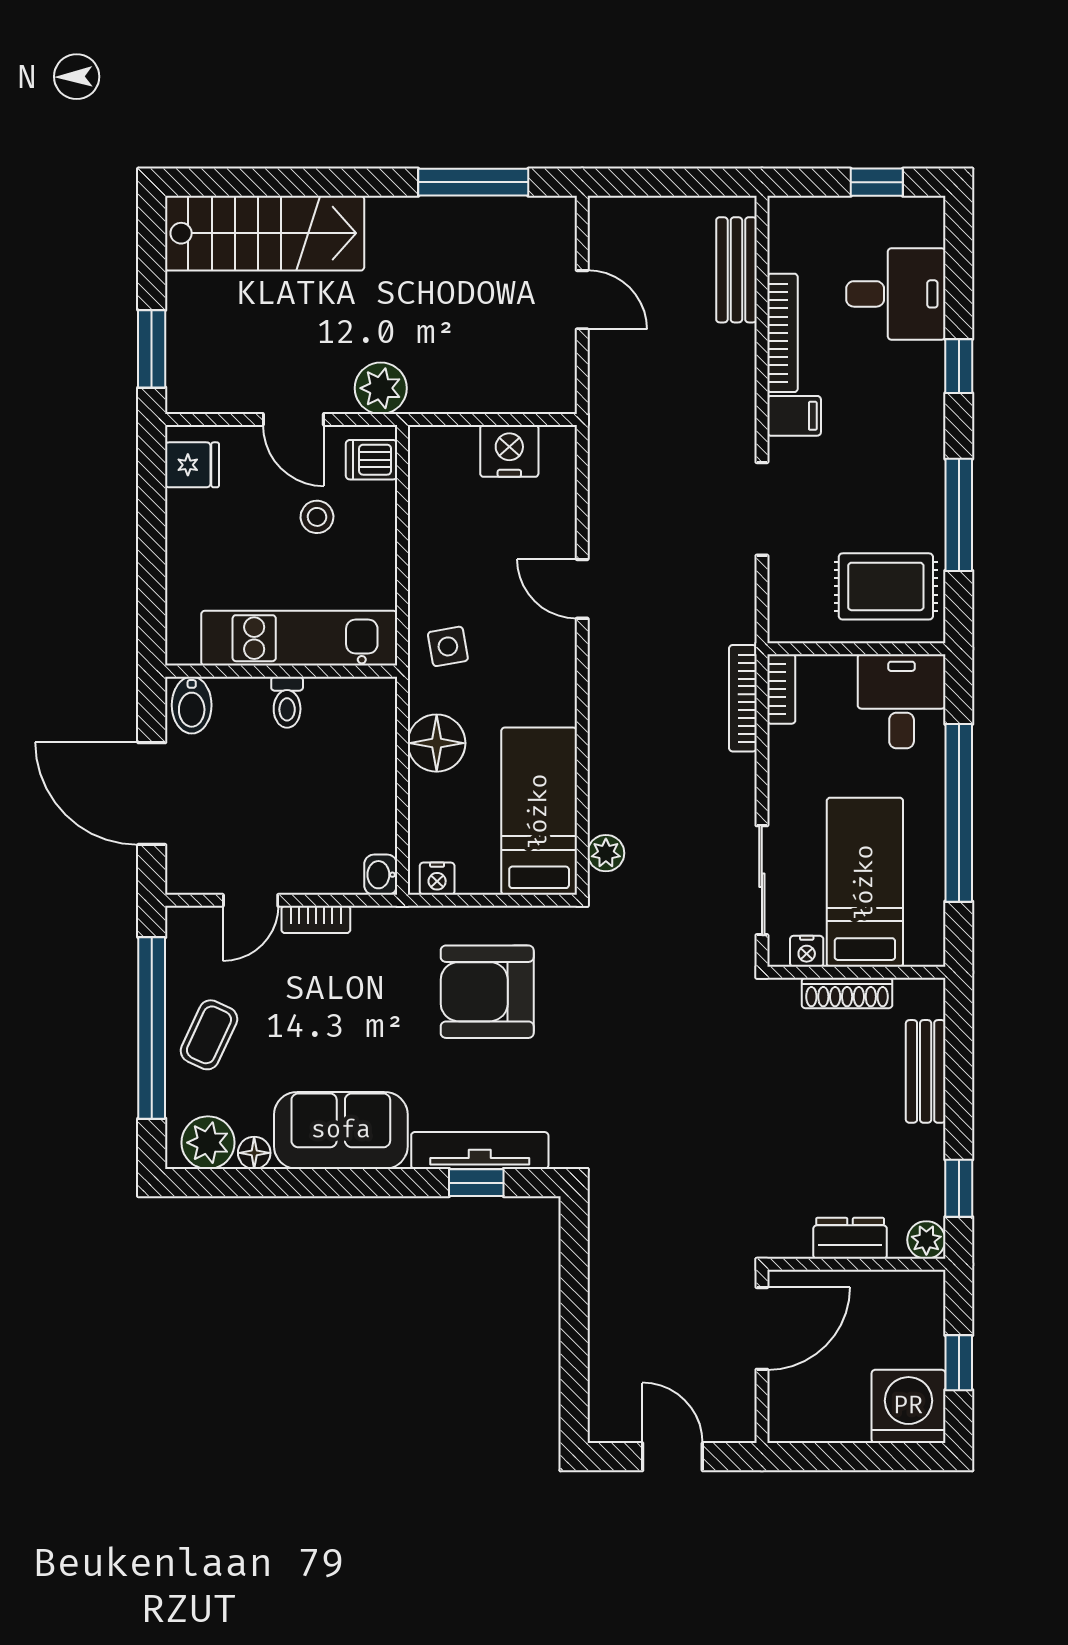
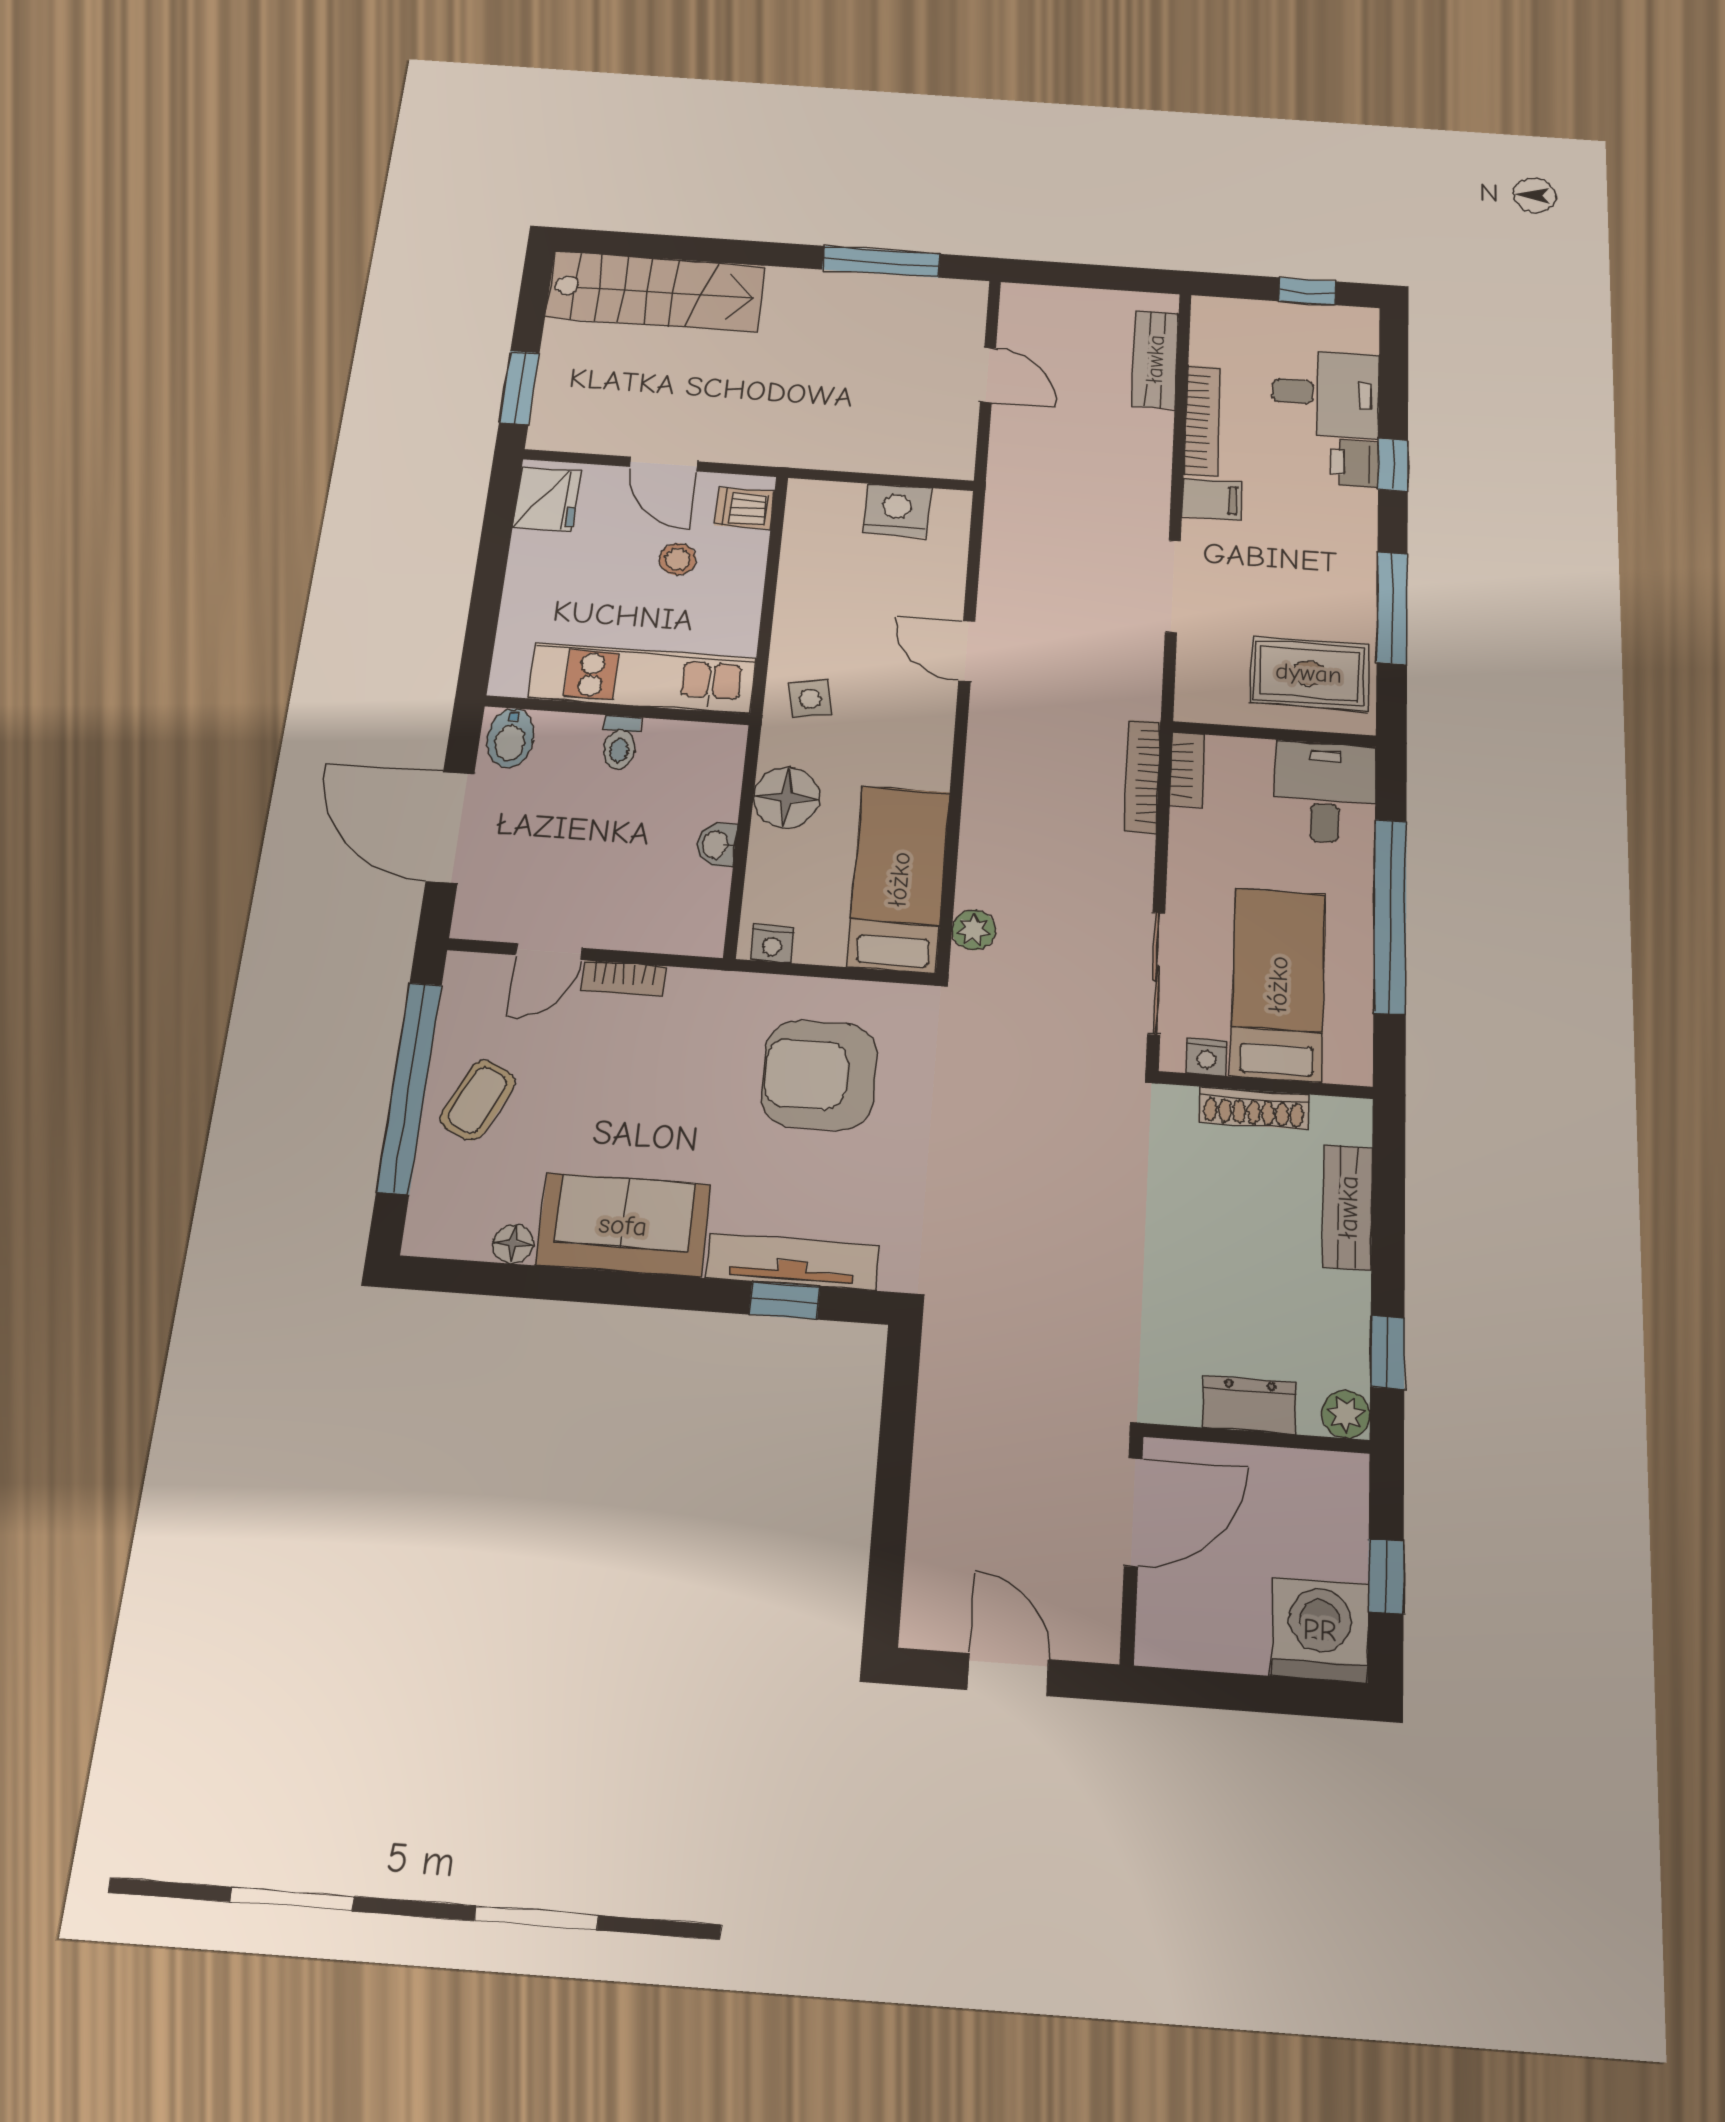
printer: (923, 368) -> (1354, 464), added
plant: (381, 388) -> (762, 441), removed
fridge: (192, 465) -> (547, 499), width x1.38
washbasin: (381, 875) -> (716, 844), moved
plant: (208, 1143) -> (458, 1227), removed

